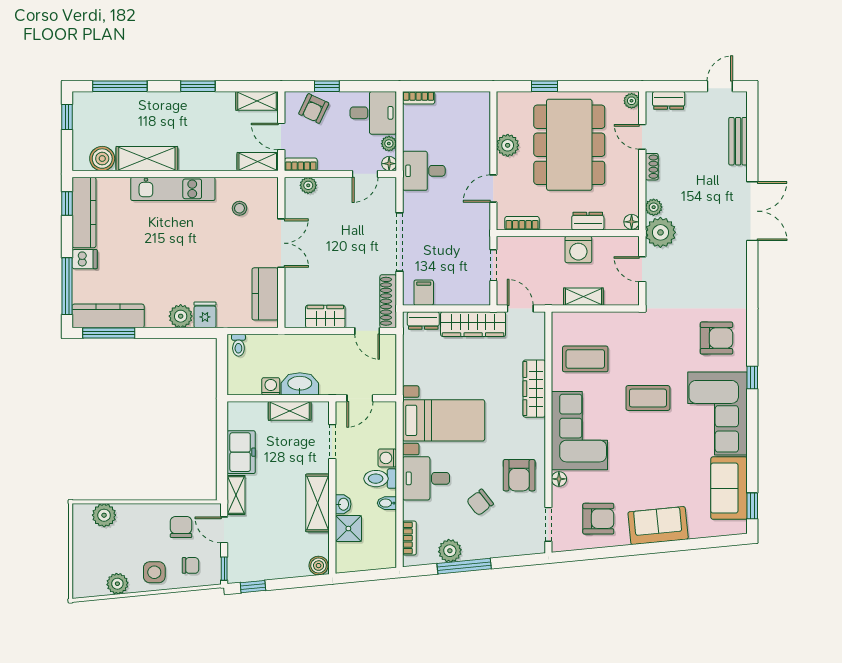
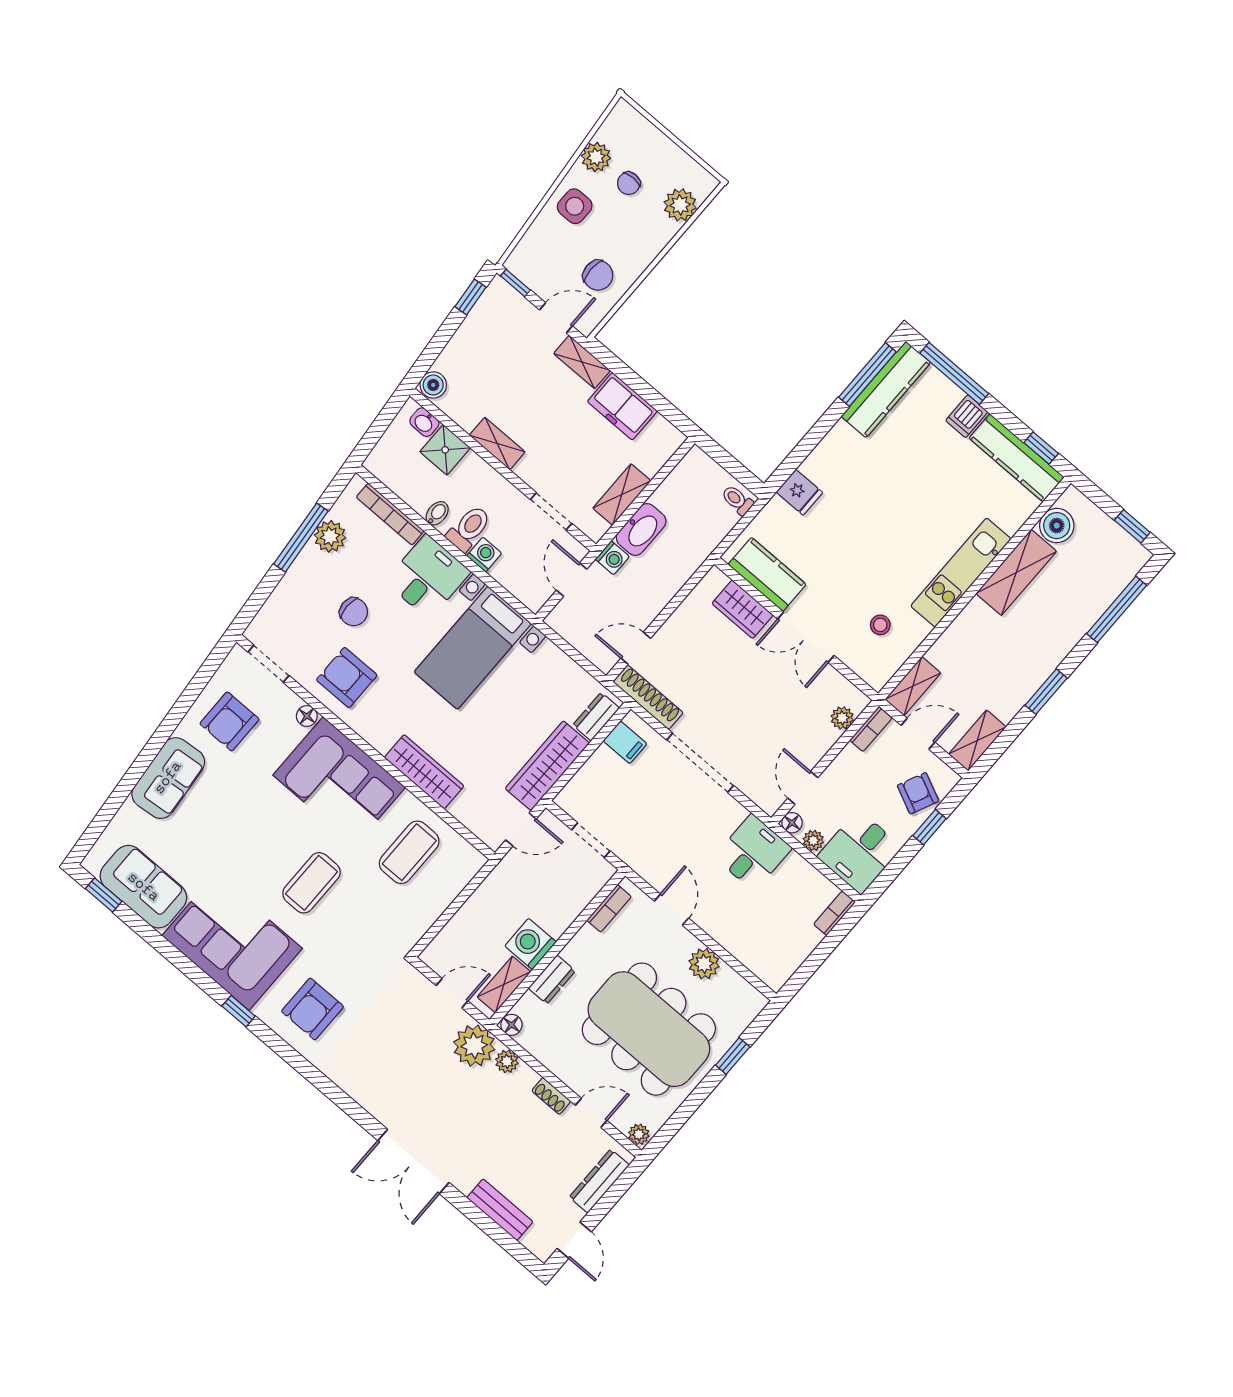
dresser: (669, 100) -> (599, 1181), width x1.44
shelving: (583, 297) -> (504, 984), moved
plant: (181, 316) -> (820, 465), removed
wardrobe: (325, 317) -> (743, 609), moved, turned 90
washing machine: (271, 386) -> (612, 558), moved
chair: (480, 502) -> (354, 612), turned 128
shelving: (318, 503) -> (497, 444), width x0.67, depth x0.75
washbasin: (343, 504) -> (424, 422), moved
bookcase: (409, 538) -> (390, 514), width x1.56
chair: (191, 565) -> (629, 183), moved

